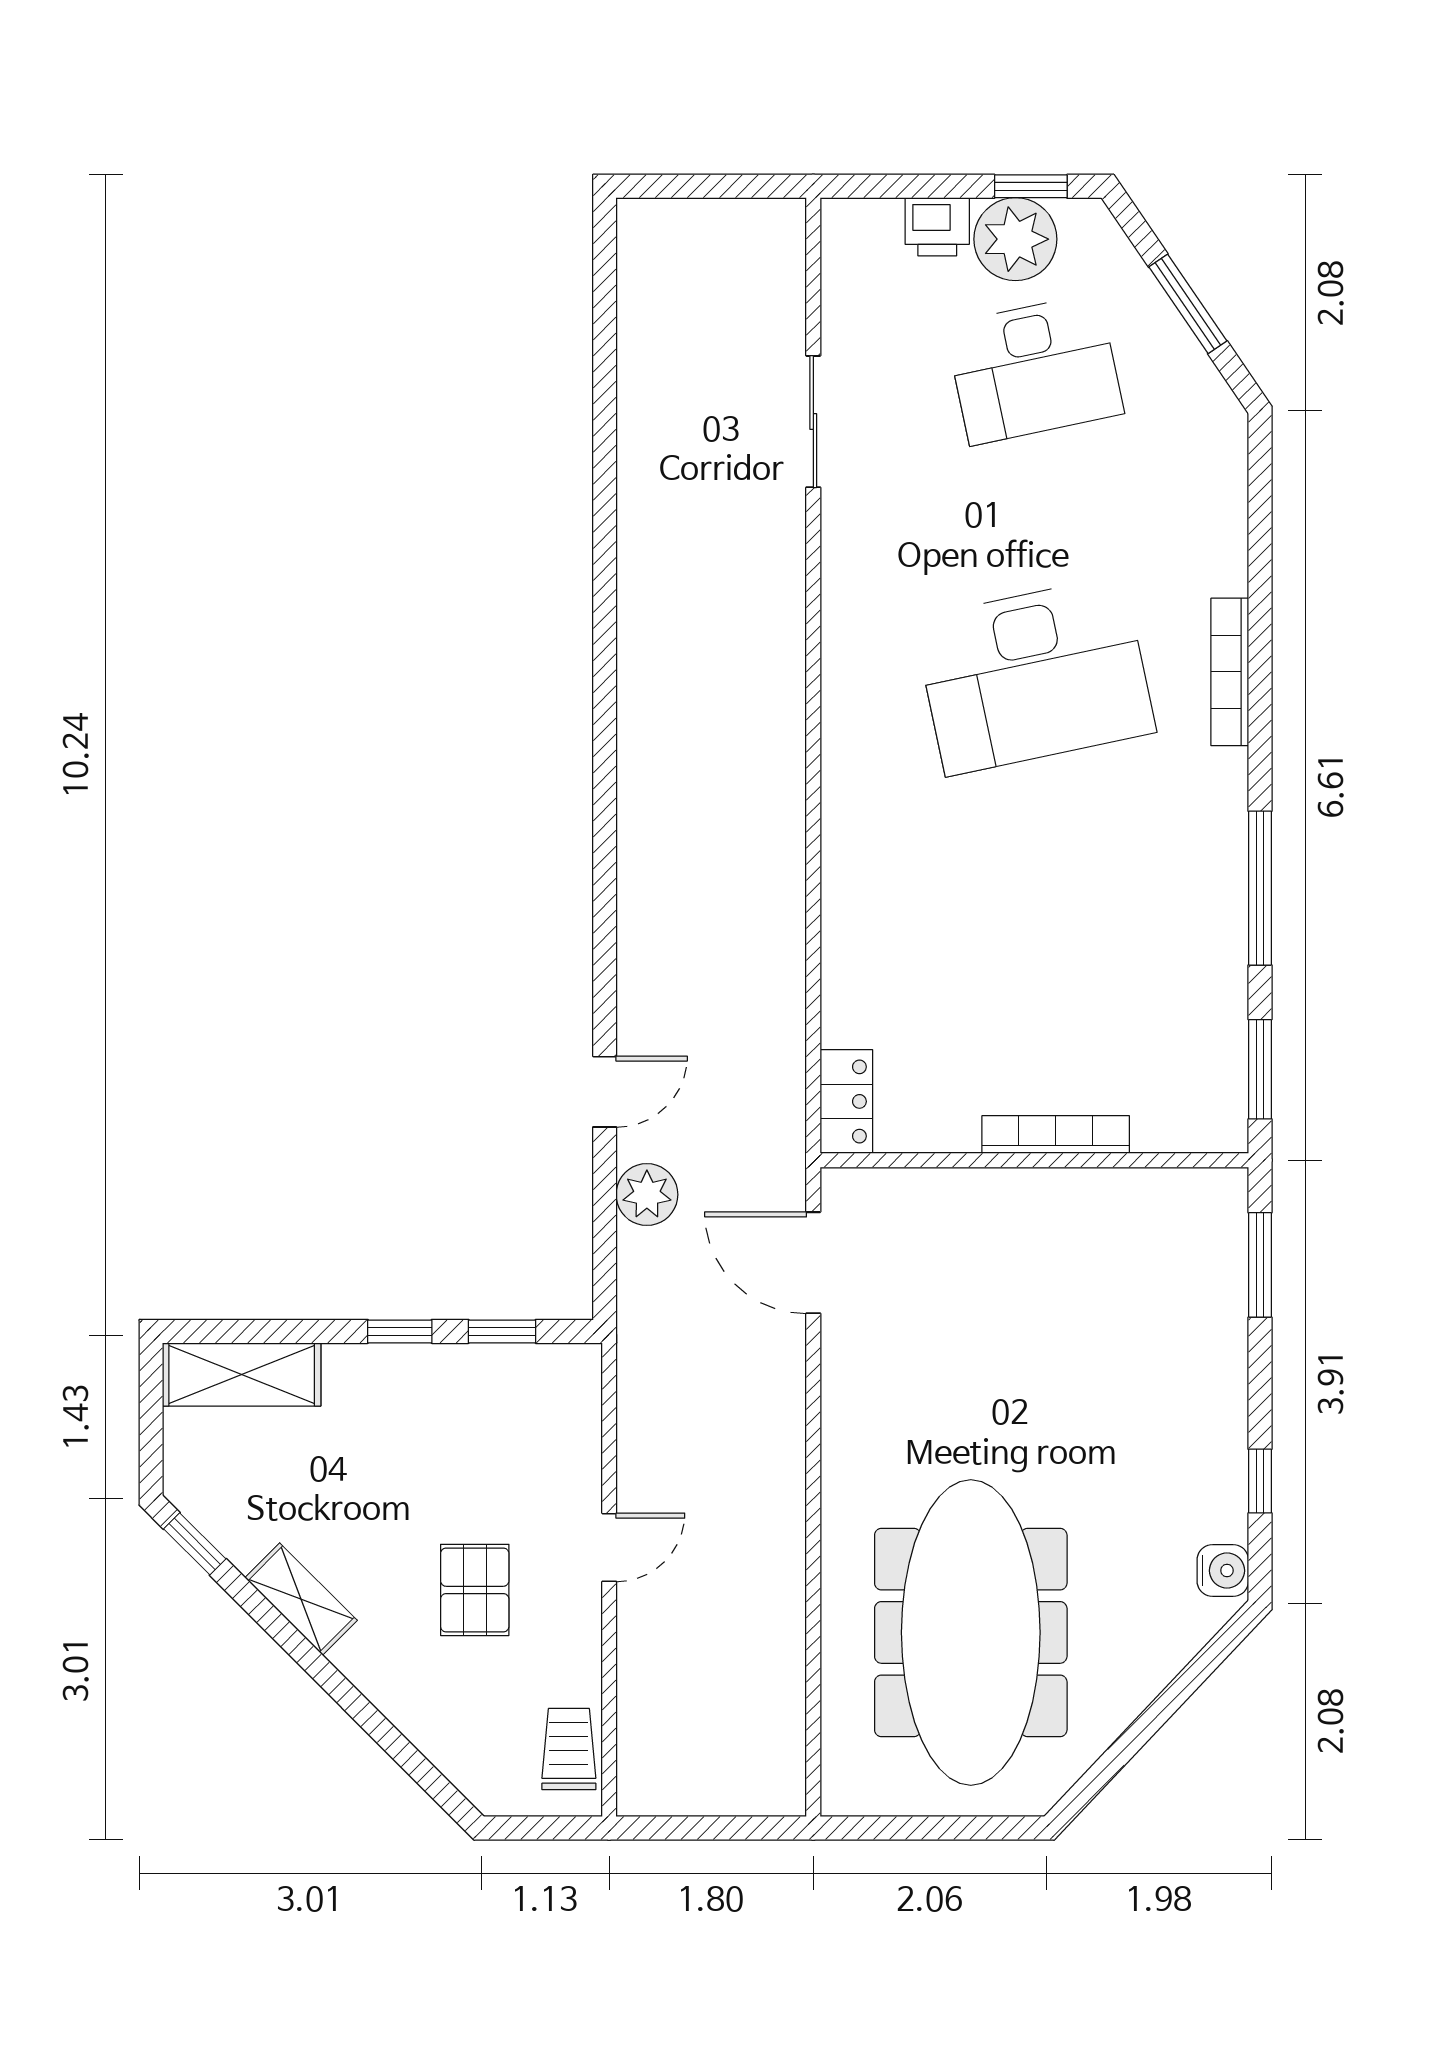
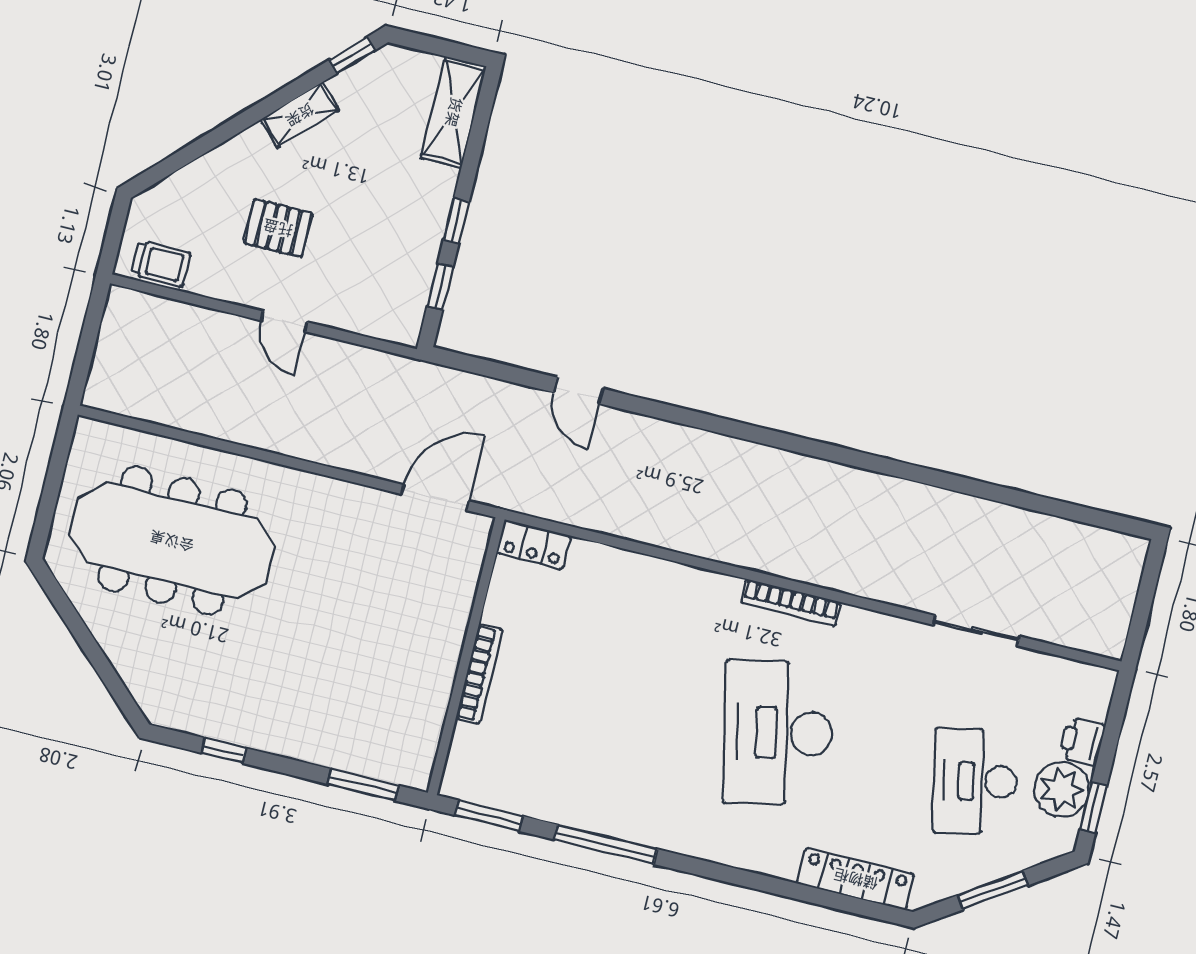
locker: (1221, 509) -> (856, 879), added
bookcase: (1230, 672) -> (791, 603), moved, turned 180
plant: (647, 1195) -> (505, 401), removed
water cooler: (1223, 1571) -> (172, 713), removed

